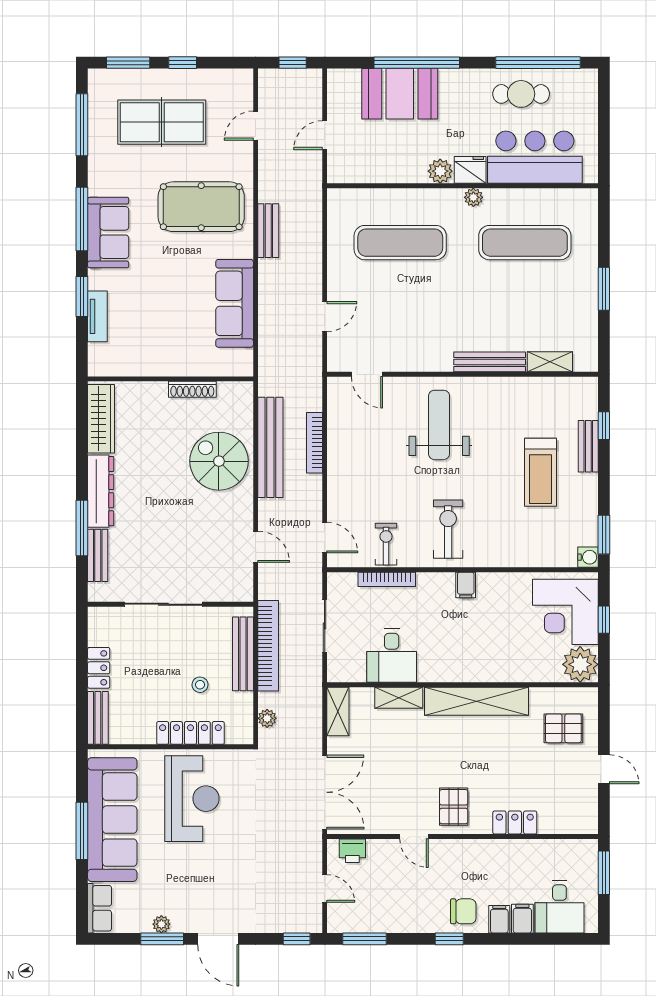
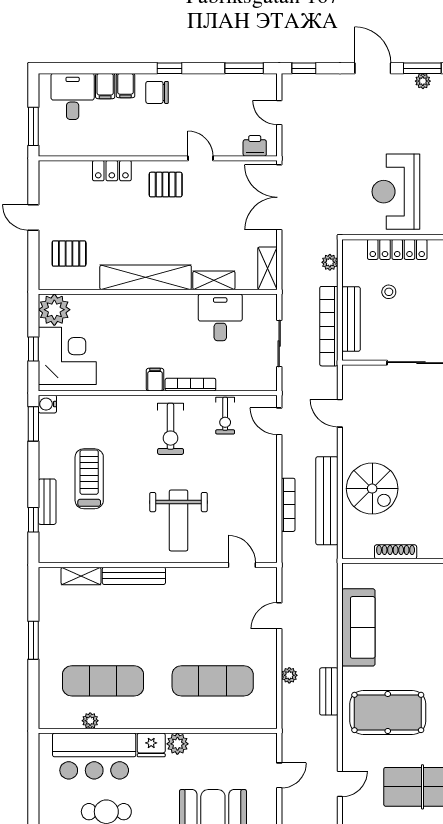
plant: (473, 197) -> (90, 721), moved
plant: (313, 249) -> (289, 675), added
bookcase: (387, 579) -> (190, 385), moved
pallet: (454, 807) -> (166, 185), turned 90

